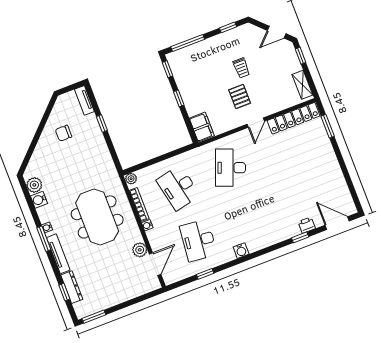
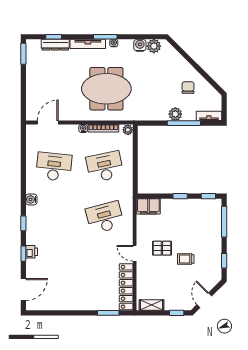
window: (102, 124) -> (184, 123), width x2.17
desk: (231, 168) -> (105, 217), turned -36
printer: (307, 225) -> (32, 252), moved
plant: (140, 250) -> (175, 114), moved
door: (155, 264) -> (48, 123), swing flipped
window: (205, 274) -> (23, 223), moved

